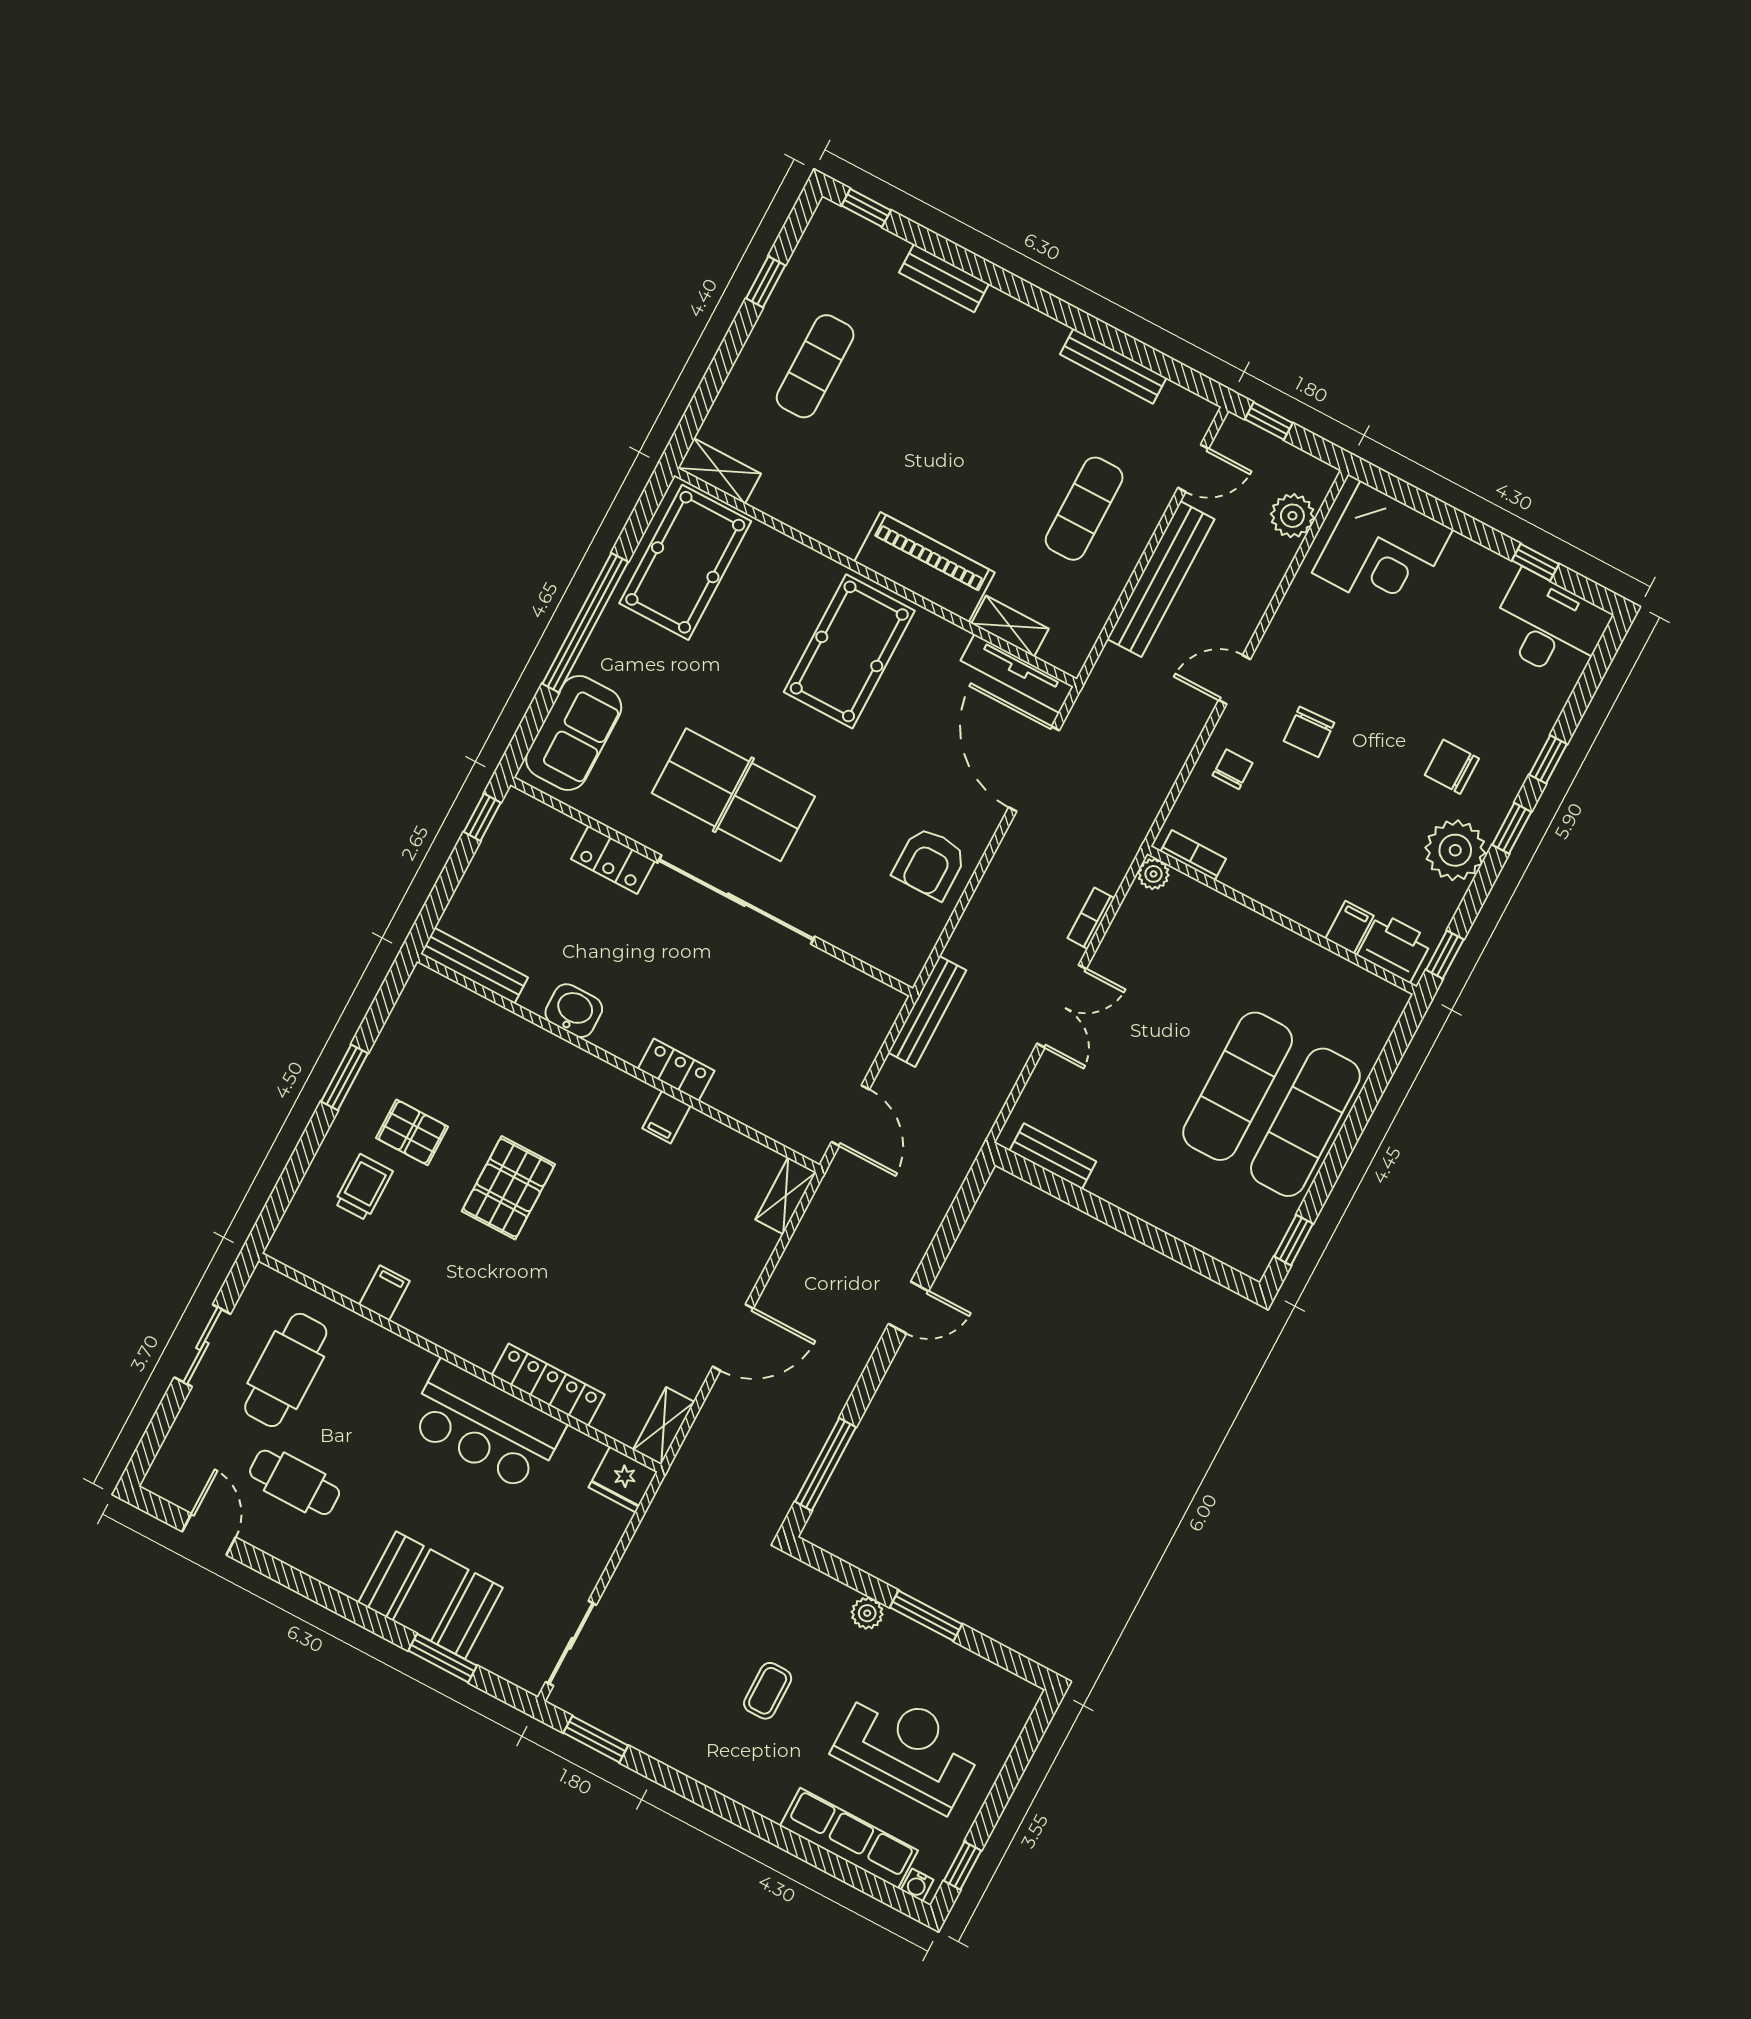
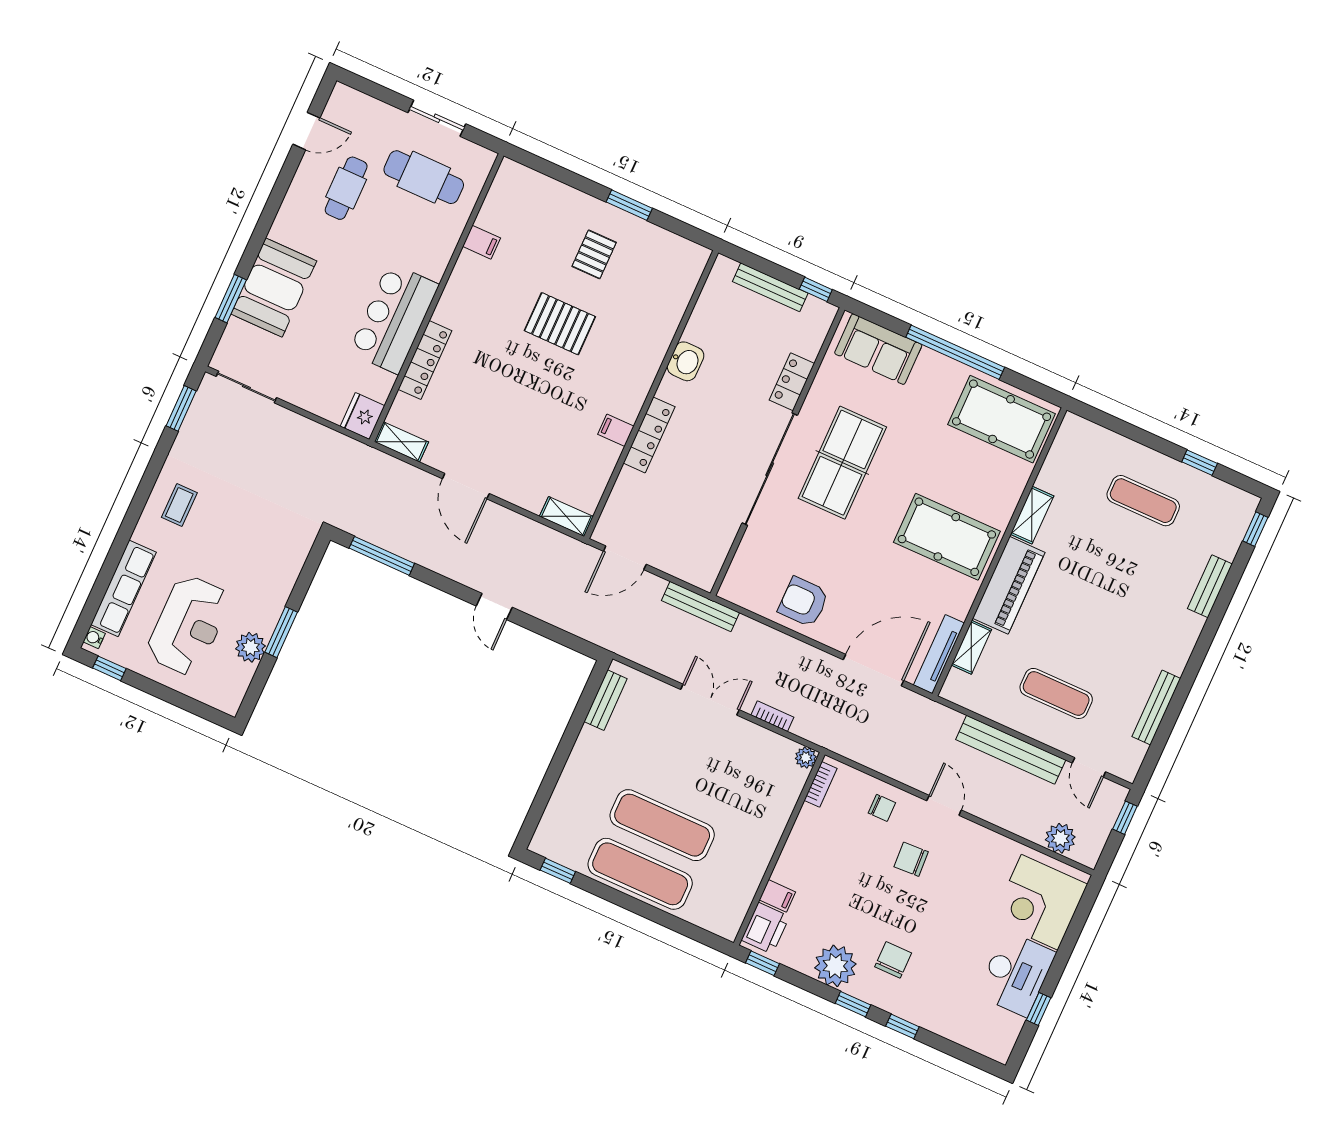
shelving: (719, 471) -> (1032, 515), moved
desk: (1549, 626) -> (1016, 974), moved
bench: (474, 966) -> (770, 287), moved, turned 90
double door: (1062, 1006) -> (710, 700), swing flipped
locker: (676, 1070) -> (649, 435), width x1.53
trolley: (363, 1187) -> (554, 223), removed
plant: (867, 1613) -> (250, 647), moved, width x1.38, depth x1.38
coffee table: (768, 1691) -> (179, 505), moved, turned 90

